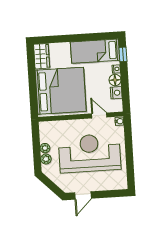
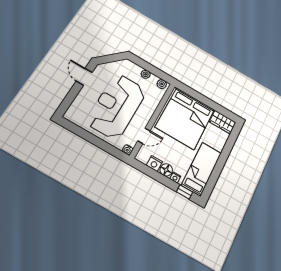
reception desk: (90, 153) -> (117, 106), turned 180
plant: (46, 159) -> (162, 84), moved

